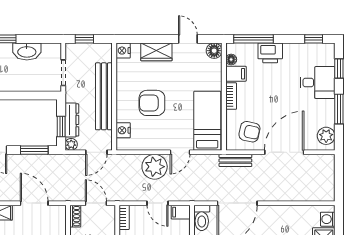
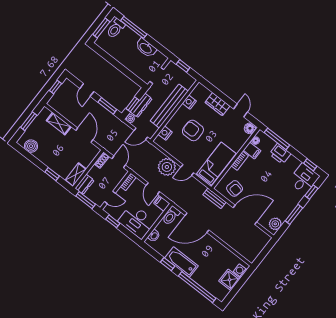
nightstand: (123, 51) -> (189, 102), moved
desk: (318, 83) -> (304, 179), moved, turned -90

